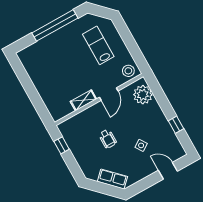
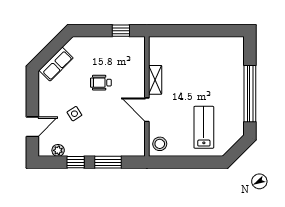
lab bench: (98, 45) -> (204, 127), turned -90
plant: (143, 95) -> (58, 150), moved, width x0.53, depth x0.53
window: (163, 101) -> (108, 162), added

